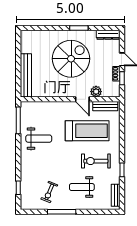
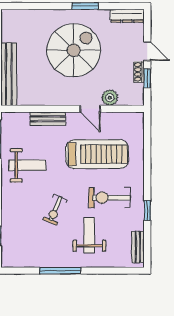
bench: (105, 106) -> (48, 119), moved
weight bench: (82, 187) -> (89, 235), turned 90
exercise bike: (49, 192) -> (55, 210), moved

